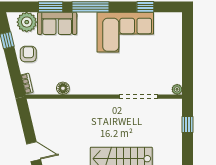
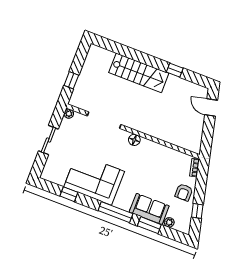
plant: (27, 22) -> (169, 222), width x0.53, depth x0.53
sliding door: (188, 54) -> (48, 140), added
floor lamp: (63, 88) -> (134, 140), moved

